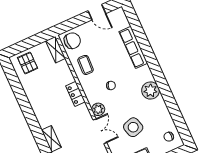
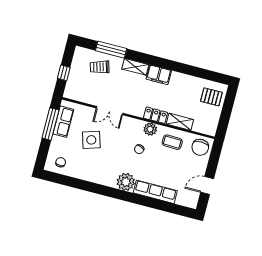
shelving: (56, 50) -> (180, 122), moved
plant: (150, 91) -> (126, 182), moved
plant: (98, 109) -> (150, 129), moved
filing cabinet: (43, 116) -> (159, 75), added

